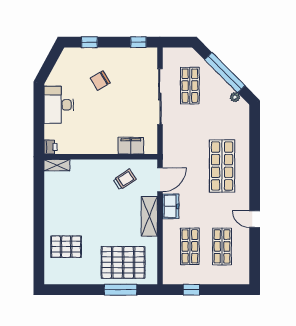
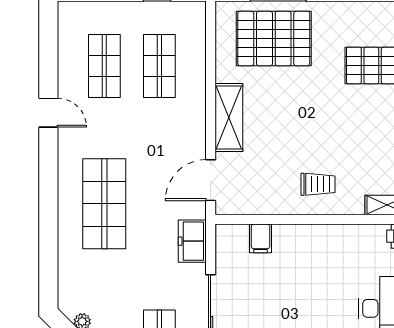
filing cabinet: (131, 146) -> (261, 238), width x0.50
trolley: (125, 180) -> (318, 184), moved, turned -147
freezer: (171, 206) -> (192, 241), moved

